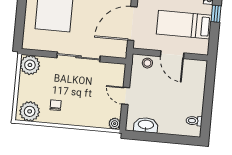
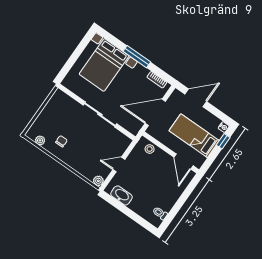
door: (172, 55) -> (184, 161), moved
plant: (30, 65) -> (59, 100), removed
door: (126, 96) -> (119, 165), hinge flipped
plant: (30, 111) -> (40, 140), width x0.53, depth x0.53

